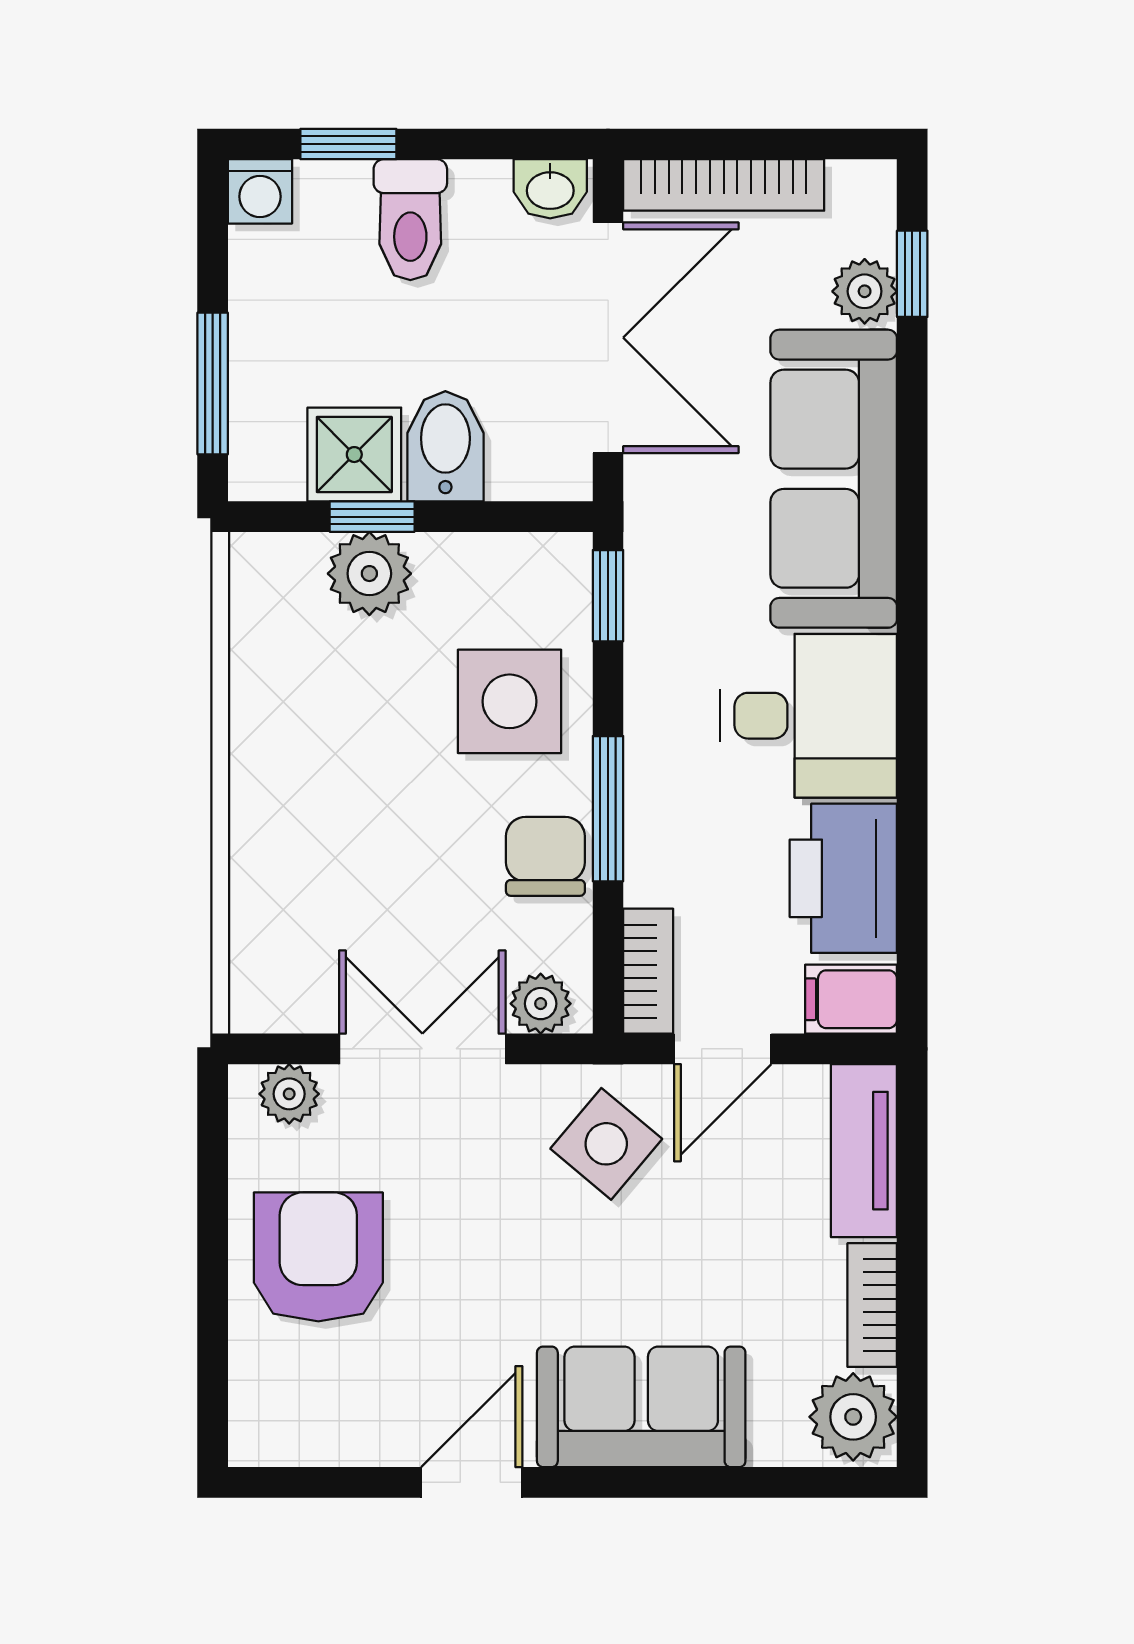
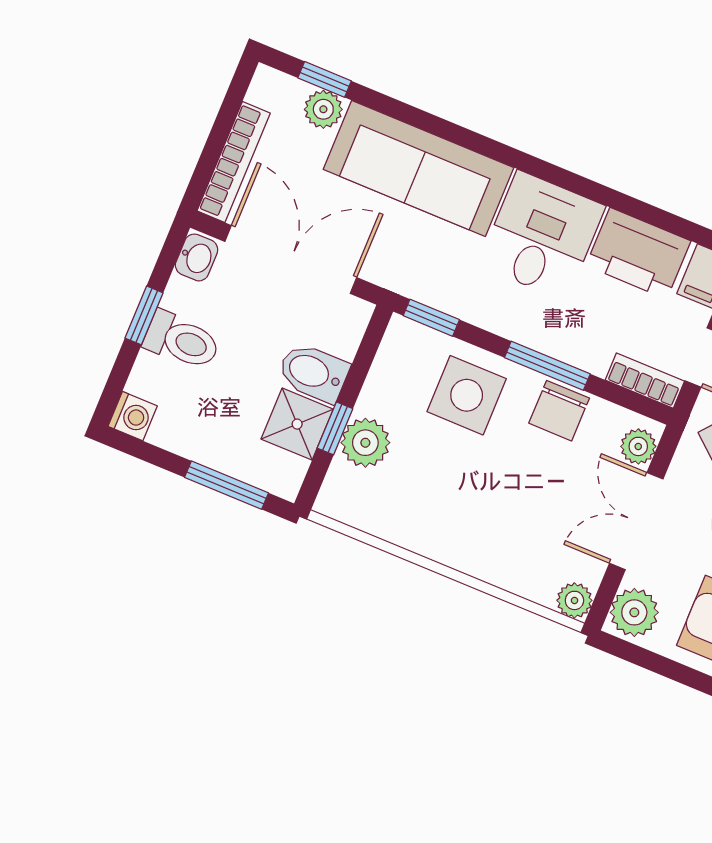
window: (348, 144) -> (144, 315), moved
chair: (545, 856) -> (559, 411), turned -90
plant: (258, 1004) -> (574, 600), added
plant: (289, 1094) -> (634, 612), width x1.38, depth x1.38

